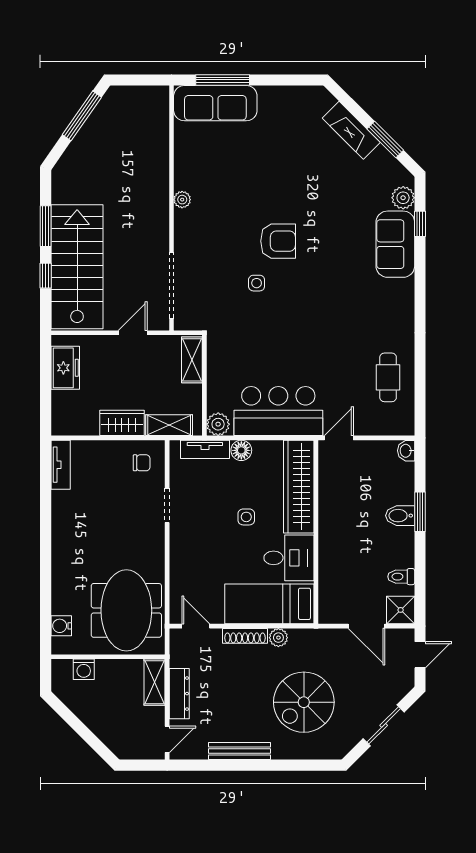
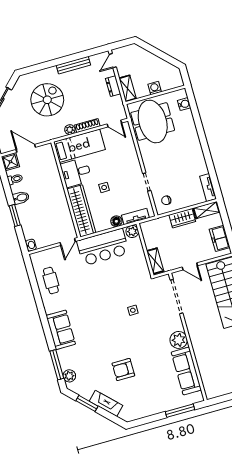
sofa: (215, 103) -> (186, 371), moved, turned -90
plant: (182, 200) -> (179, 340), width x1.88, depth x1.88
window: (420, 224) -> (57, 365), width x2.17
armchair: (278, 241) -> (123, 370), moved
sofa: (395, 244) -> (61, 330), moved
door: (133, 333) -> (190, 266), hinge flipped
shelving: (169, 425) -> (206, 210), moved
bidet: (400, 516) -> (21, 198), moved
washing machine: (84, 669) -> (155, 88), moved
dresser: (179, 694) -> (113, 86), width x0.70

